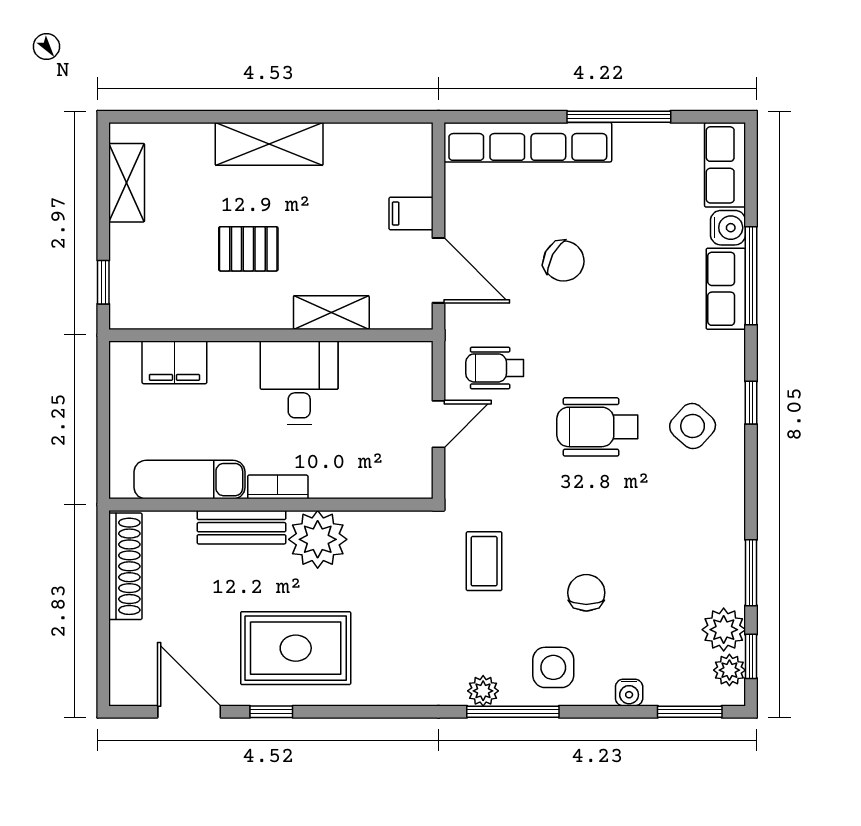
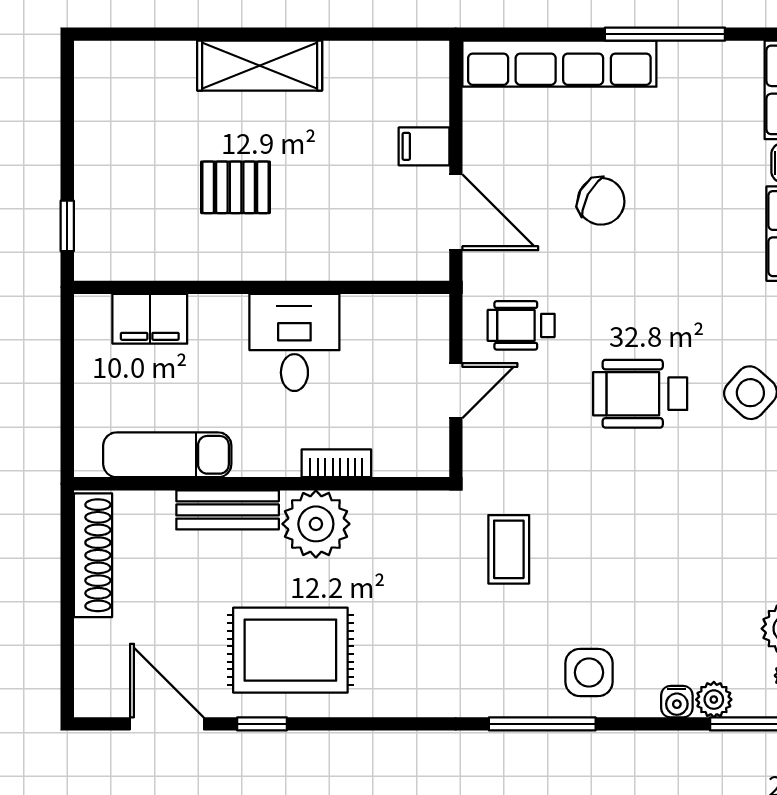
shelving: (127, 183) -> (94, 111), removed
shelving: (331, 313) -> (332, 261), removed
bookcase: (278, 487) -> (336, 463), moved
chair: (586, 593) -> (627, 586), removed
plant: (483, 691) -> (714, 700), moved

